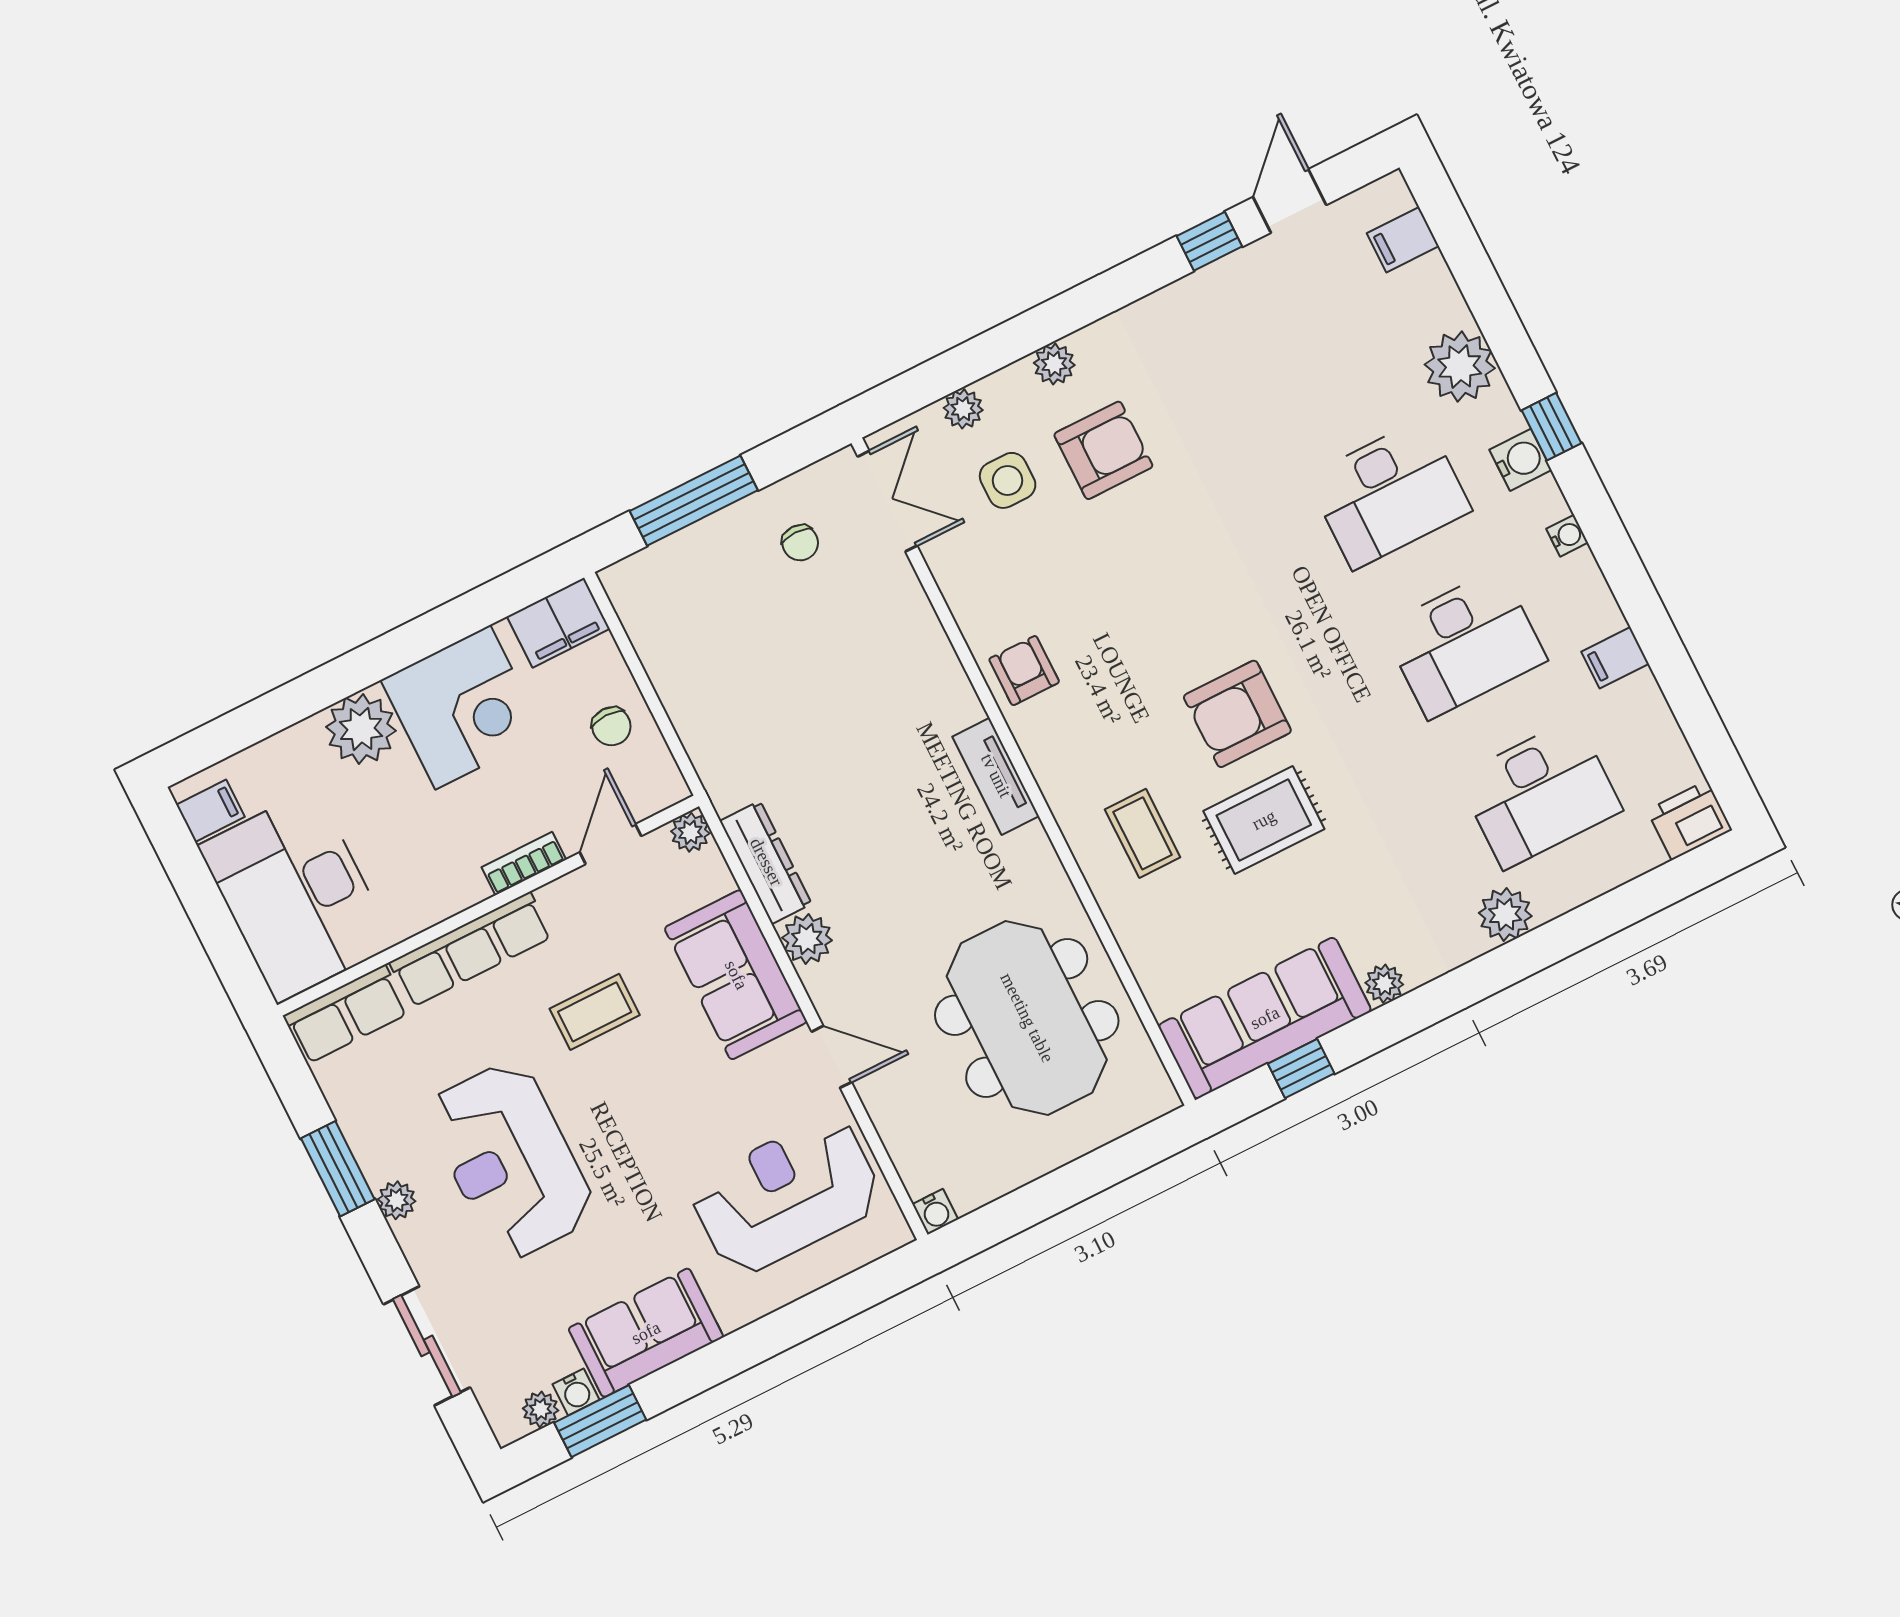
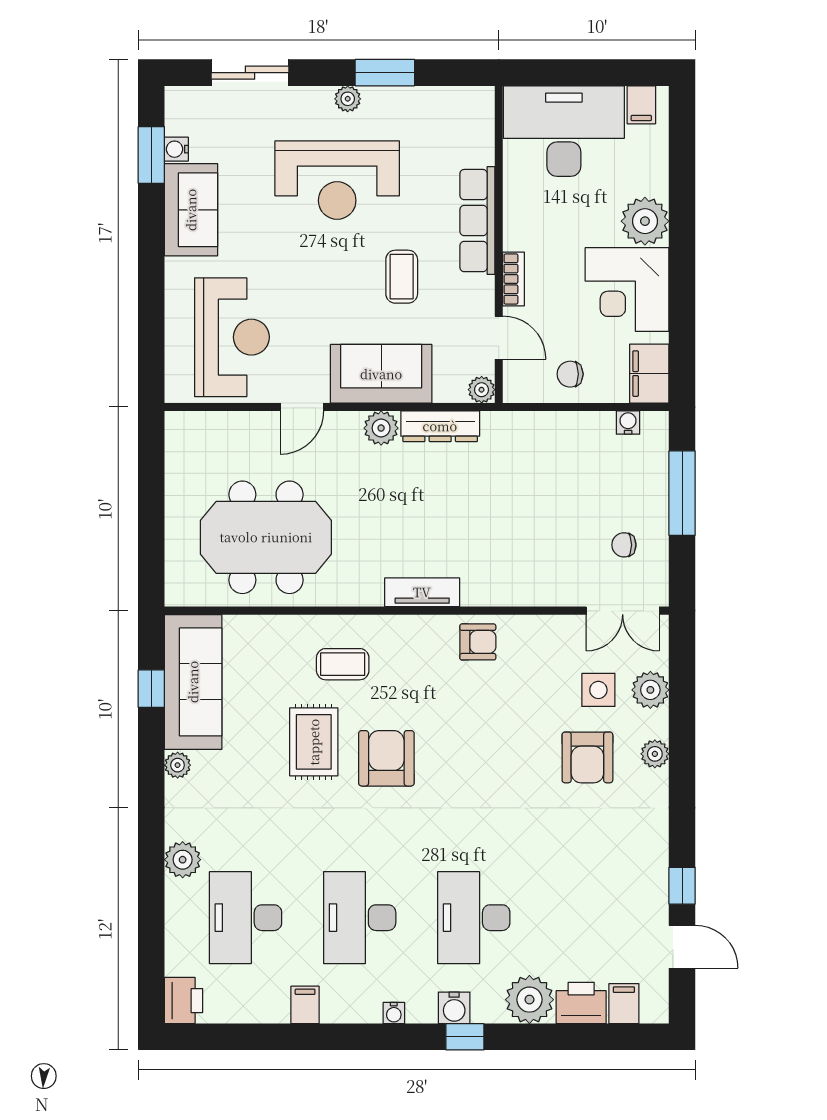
printer: (1430, 296) -> (581, 1003), added
plant: (963, 409) -> (650, 690), width x1.38, depth x1.38
row of seats: (346, 1014) -> (476, 125), removed
reception desk: (510, 1160) -> (337, 180), turned 180
water cooler: (935, 1212) -> (628, 423), moved, turned 90
plant: (541, 1409) -> (177, 122), removed

